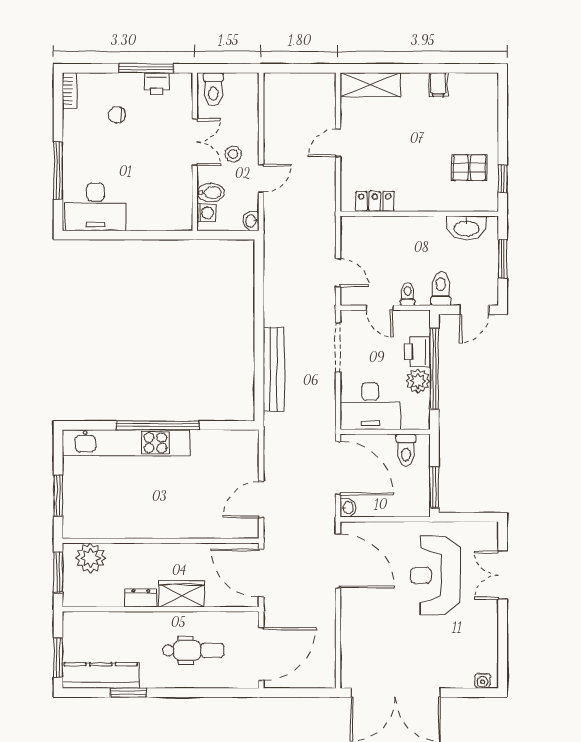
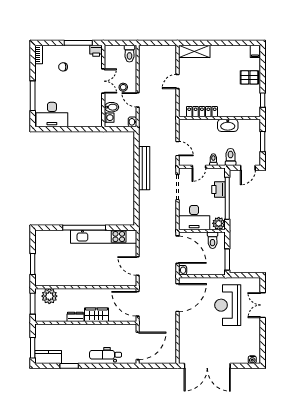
printer: (156, 84) -> (96, 51), moved
filing cabinet: (438, 85) -> (255, 51), moved
toilet: (213, 89) -> (129, 54), moved
pallet: (469, 168) -> (249, 77), moved
door: (261, 178) -> (138, 100), swing flipped
locker: (375, 201) -> (202, 112), width x1.53
washbasin: (466, 228) -> (228, 125), moved
door: (380, 308) -> (199, 167), hinge flipped
bench: (274, 369) -> (144, 168), moved
plant: (418, 381) -> (219, 223), moved
kitchen unit: (126, 443) -> (104, 237), moved
door: (261, 500) -> (138, 266), hinge flipped
door: (338, 561) -> (177, 298), hinge flipped
dental chair: (193, 650) -> (105, 355), moved, turned 180
kitchen counter: (101, 675) -> (48, 357), width x0.67

